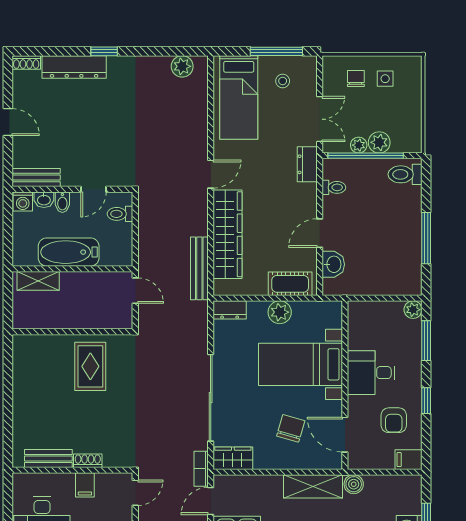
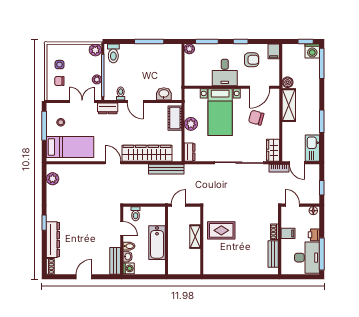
plant: (379, 142) -> (95, 50), moved
door: (320, 233) -> (135, 101), moved
shelving: (38, 281) -> (195, 237), moved

